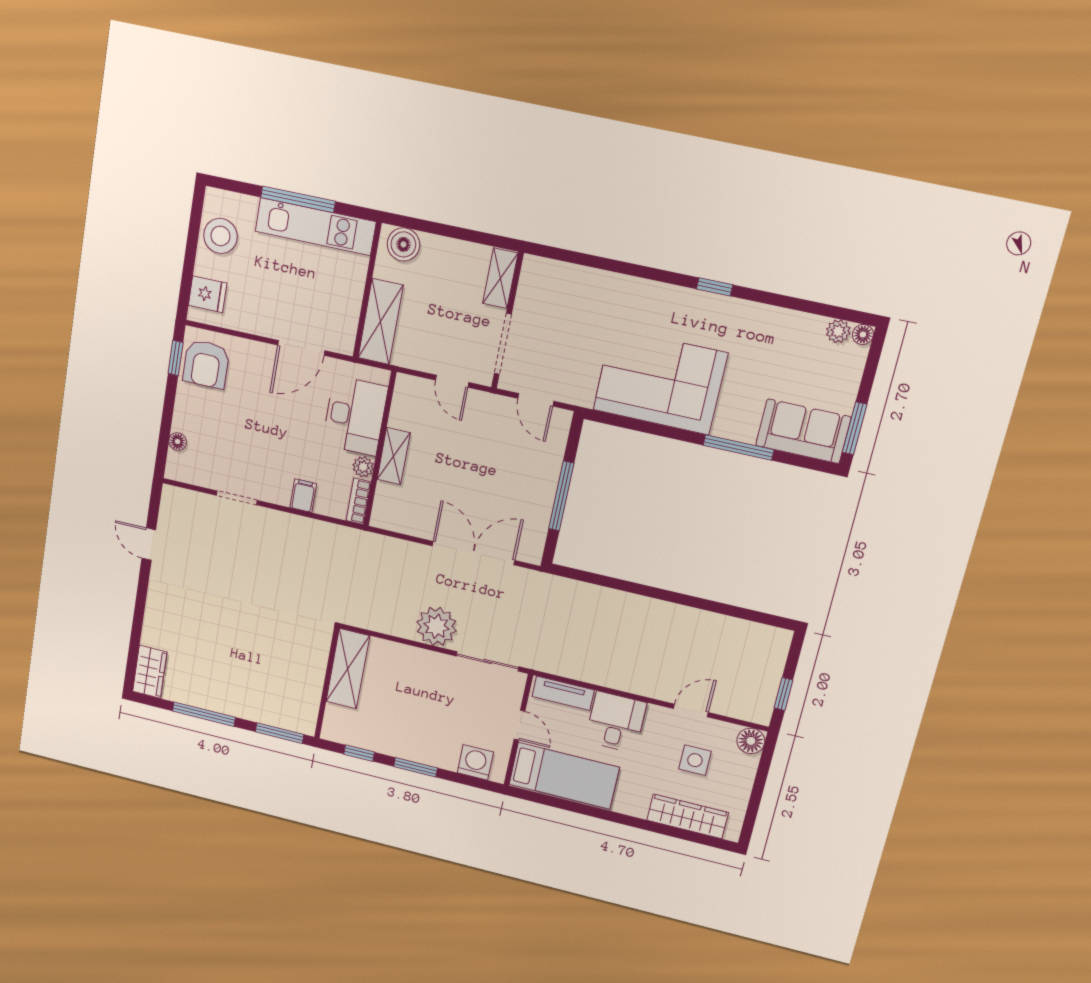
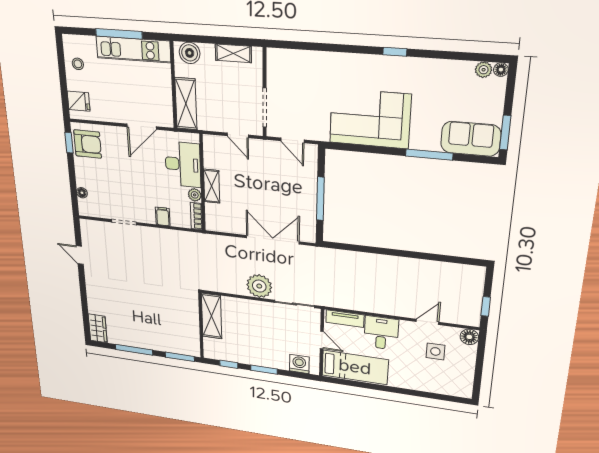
stool: (220, 236) -> (78, 64), width x0.53, depth x0.53
shelving: (500, 278) -> (233, 53), moved, turned 90
armchair: (206, 364) -> (88, 144), turned -90
wardrobe: (688, 816) -> (437, 385), removed

